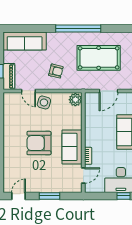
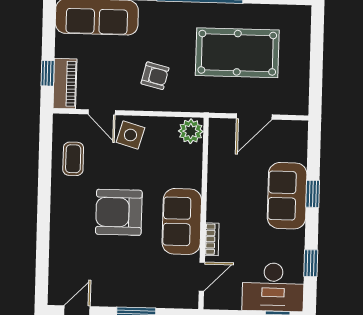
coffee table: (14, 116) -> (73, 159), added

